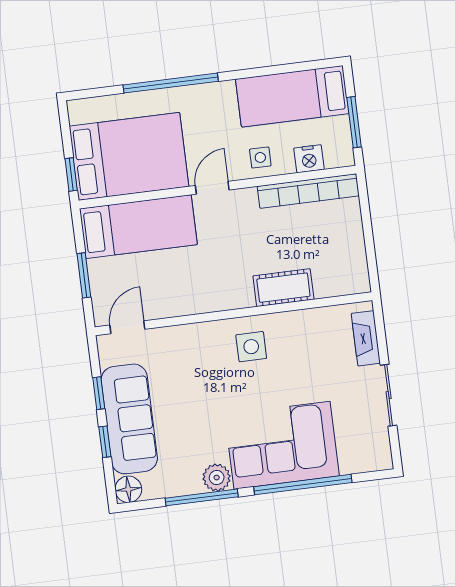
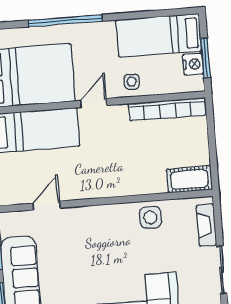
nightstand: (309, 159) -> (193, 64), moved, turned -90
cot: (283, 288) -> (189, 179), moved
door: (127, 327) -> (46, 206), moved
side table: (251, 347) -> (150, 217), moved

